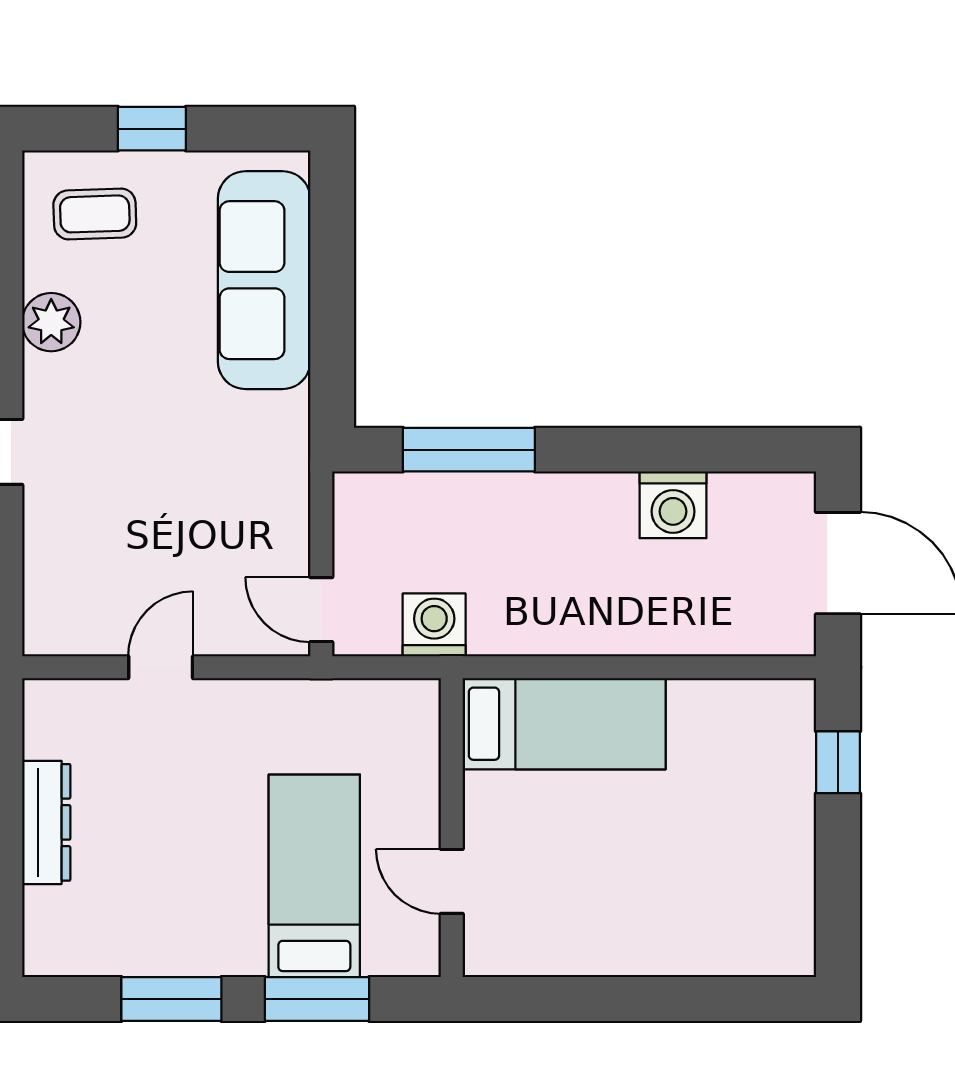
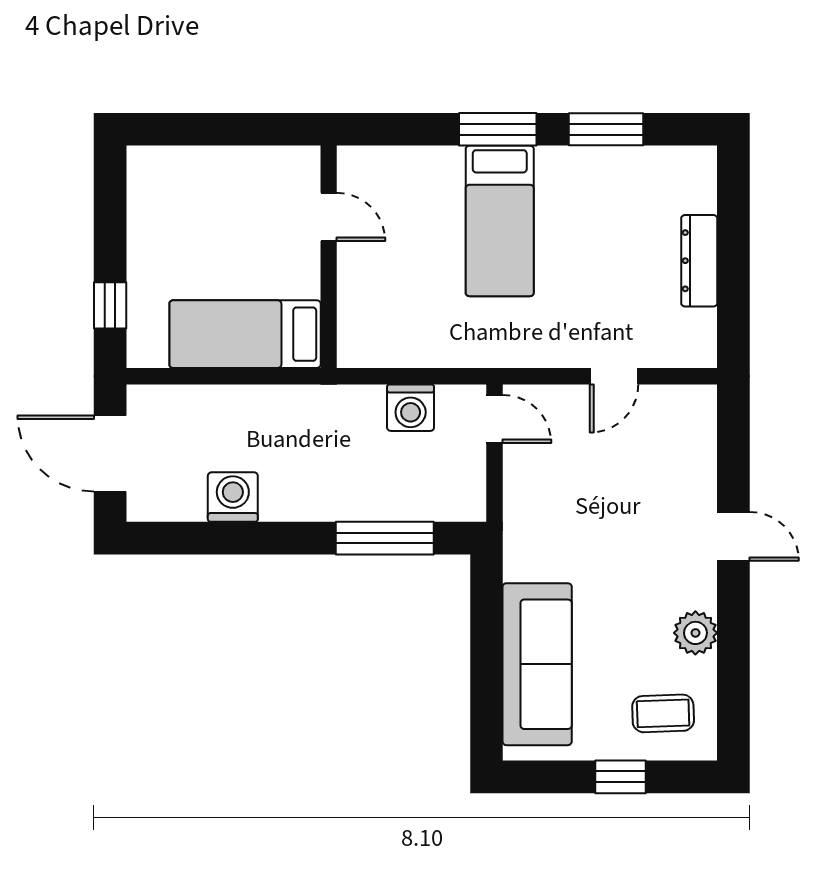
bed: (564, 724) -> (245, 334), moved
wall: (452, 828) -> (329, 257), moved
door: (452, 881) -> (329, 217), moved

